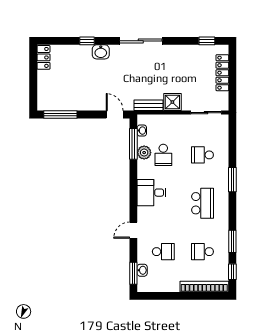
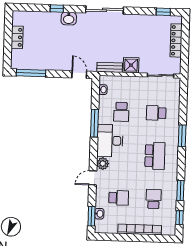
locker: (43, 57) -> (17, 37), moved
window: (133, 144) -> (94, 123), moved
plant: (144, 153) -> (103, 164), moved
desk: (151, 193) -> (110, 141), width x1.37
school desk: (203, 252) -> (154, 199), turned 90
bookcase: (204, 287) -> (140, 230), moved

